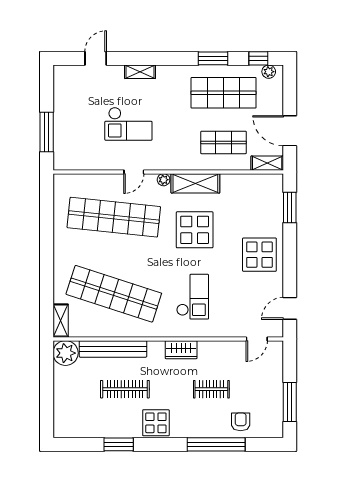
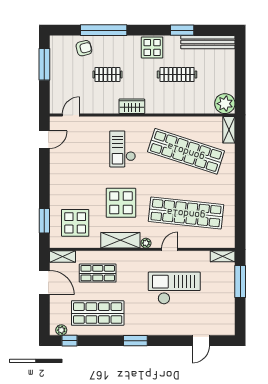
window: (213, 58) -> (135, 341), moved
shelving: (140, 72) -> (223, 256), moved
checkout: (128, 124) -> (174, 288), width x1.36, depth x1.21
display table: (259, 255) -> (75, 223), moved
bench: (113, 349) -> (208, 42), moved
armchair: (241, 422) -> (84, 48), turned -104

